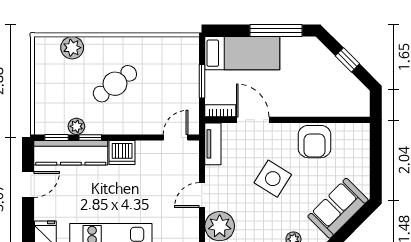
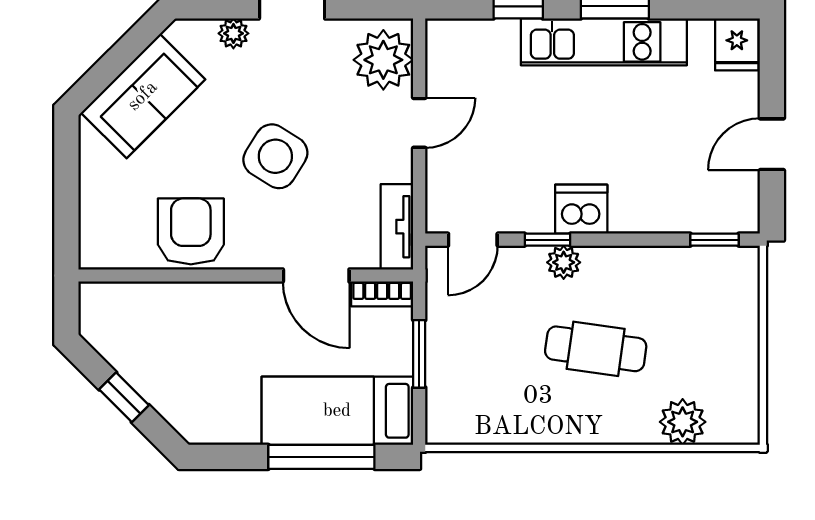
window: (276, 30) -> (321, 457), moved
cafe table: (115, 84) -> (596, 349), turned 45
plant: (76, 126) -> (564, 262), moved
window: (90, 138) -> (547, 240), moved
kitchen counter: (71, 153) -> (685, 209), removed

